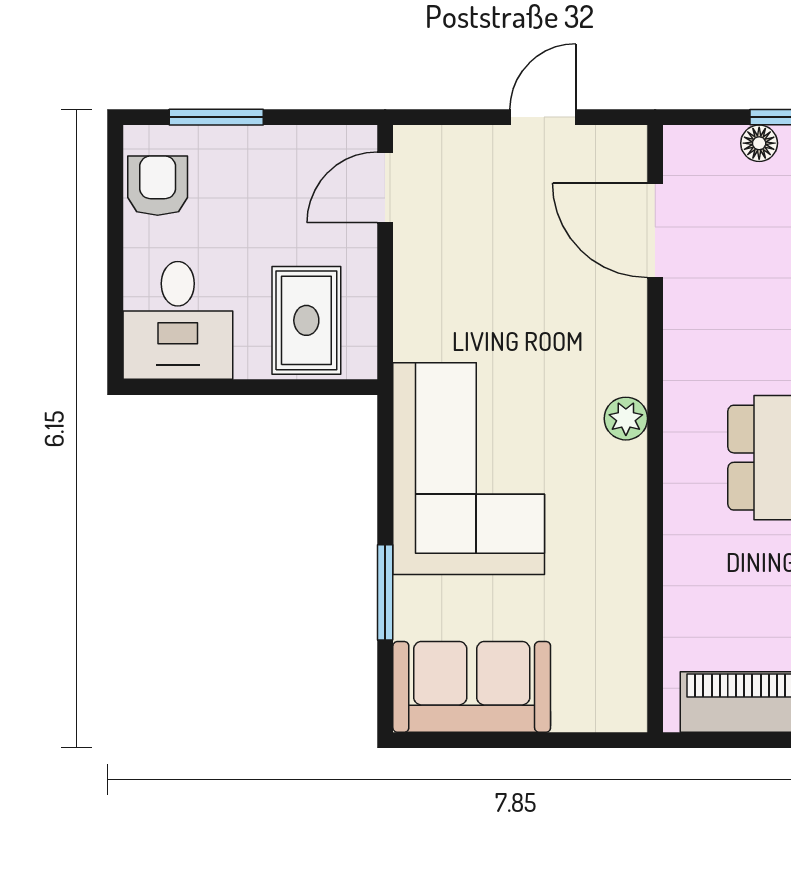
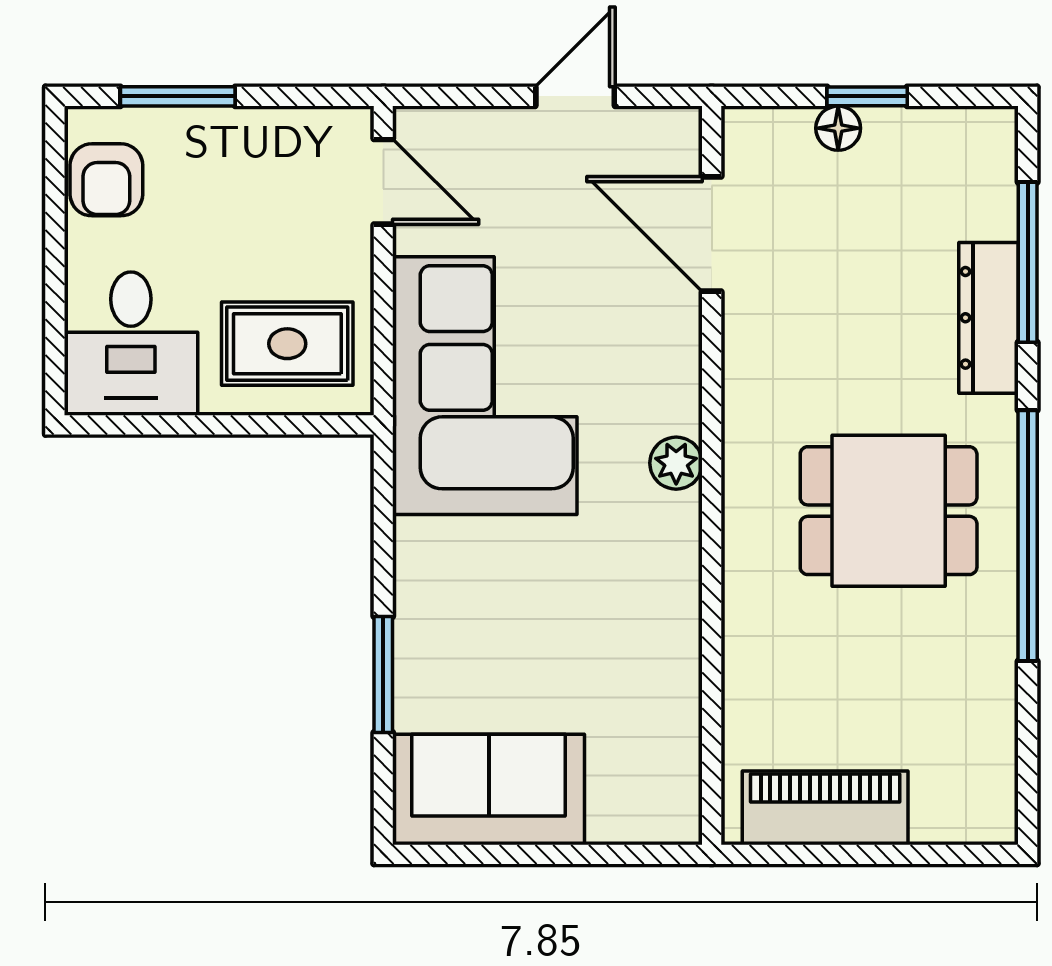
armchair: (158, 186) -> (106, 180), turned 180
door: (385, 187) -> (383, 182), swing flipped
rug: (306, 320) -> (287, 344), turned 90
corner sofa: (469, 469) -> (485, 386), moved

